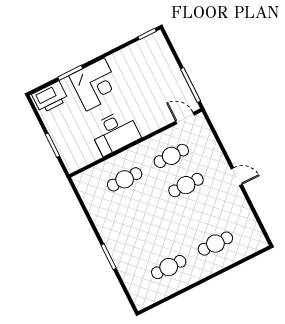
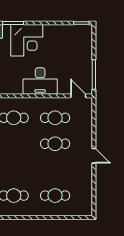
desk: (115, 132) -> (40, 81), moved

